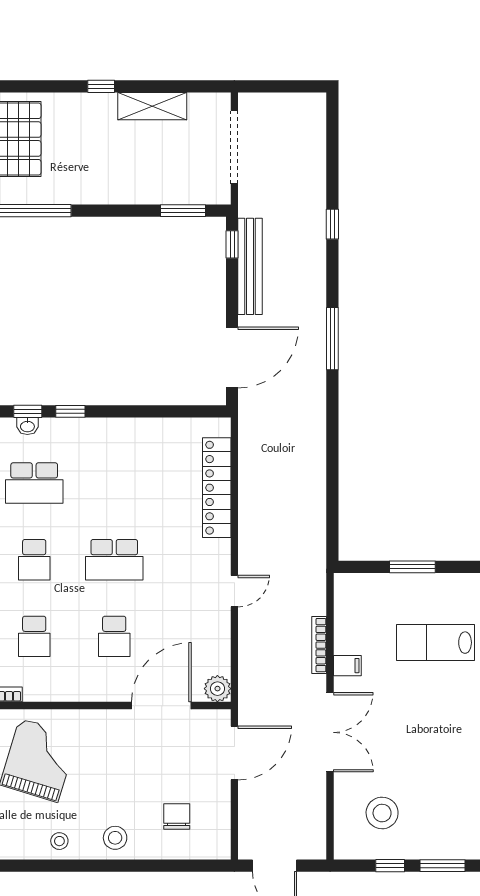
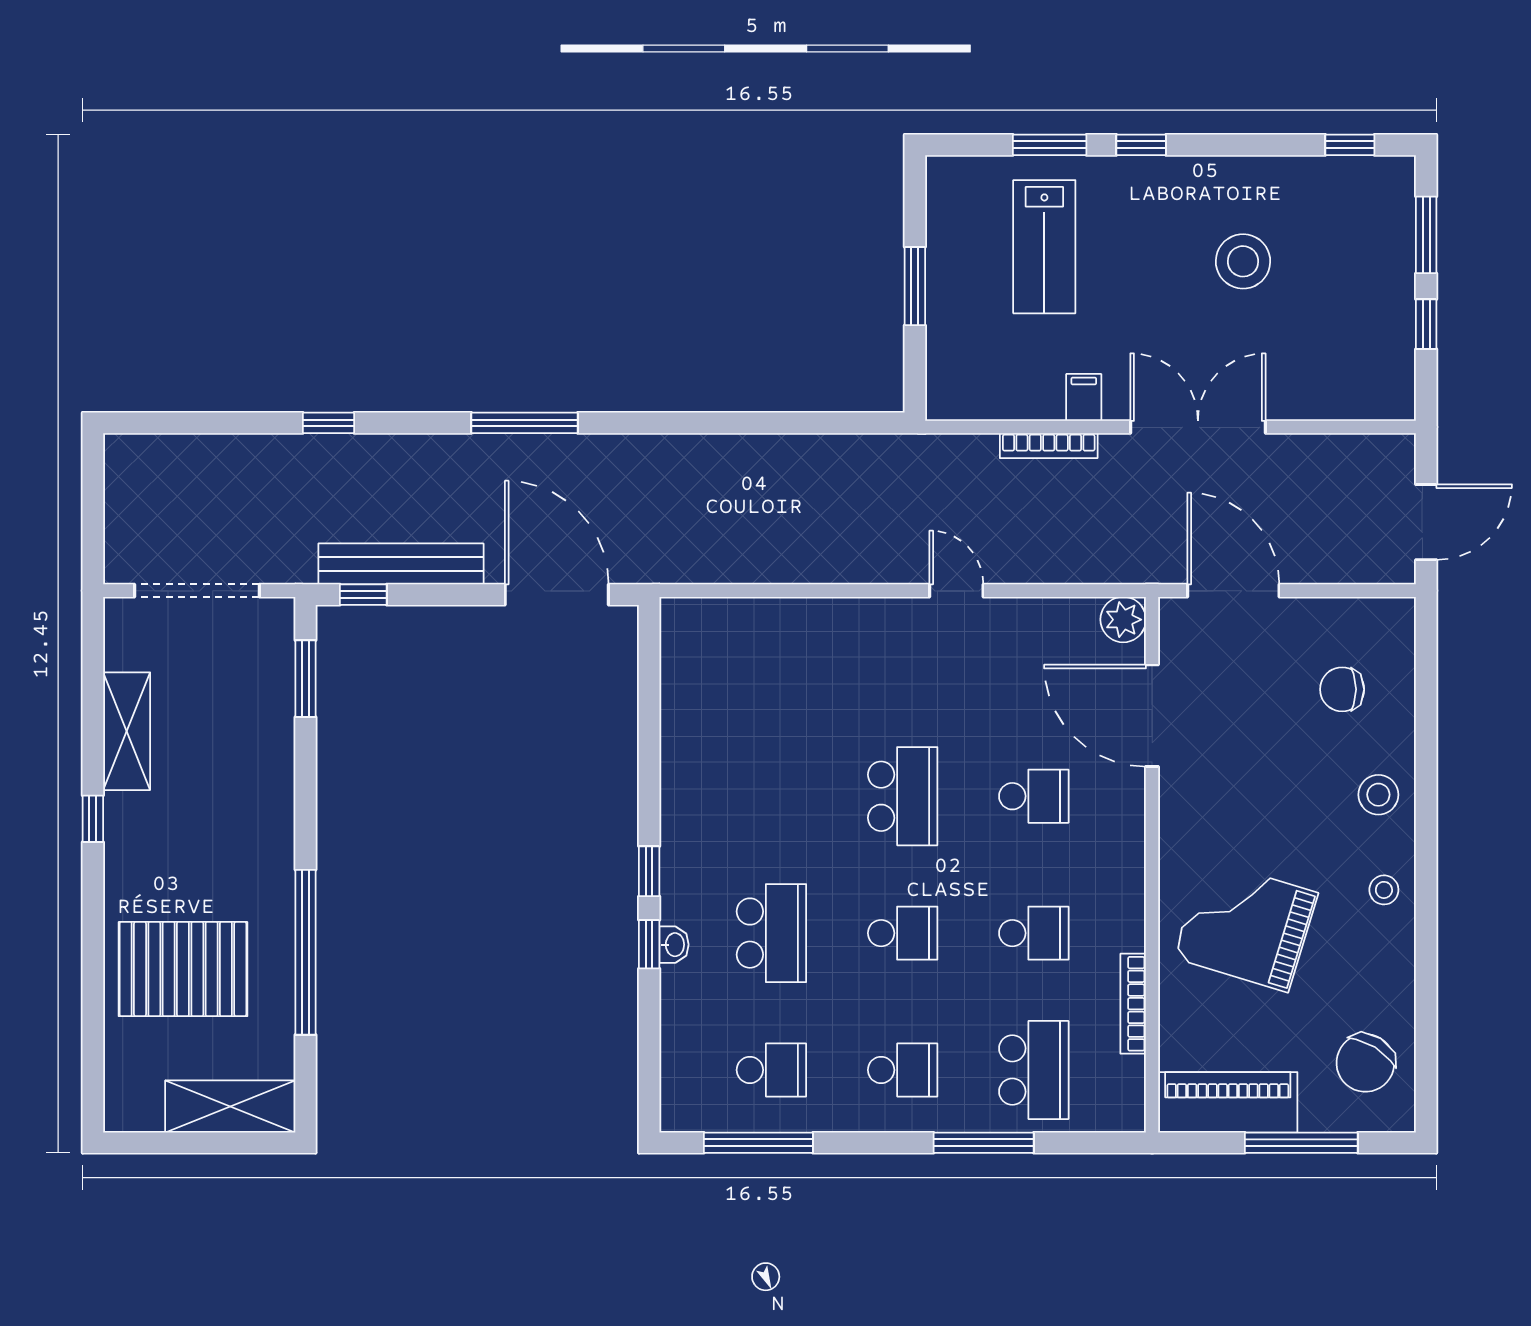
locker: (217, 488) -> (780, 621), removed
stool: (382, 813) -> (1243, 261), moved

